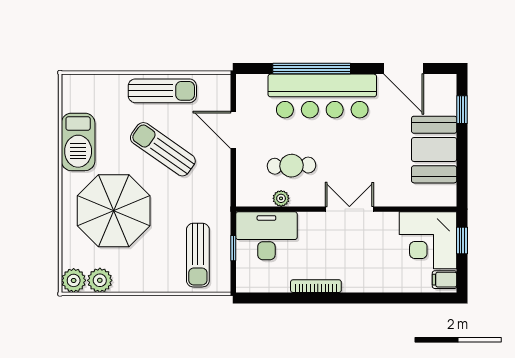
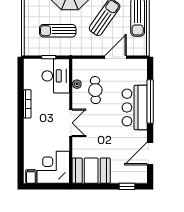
bar counter: (322, 96) -> (135, 107), width x0.73
booth: (434, 150) -> (91, 171), moved
window: (462, 241) -> (53, 186), removed
sun lounger: (198, 255) -> (58, 31), moved

